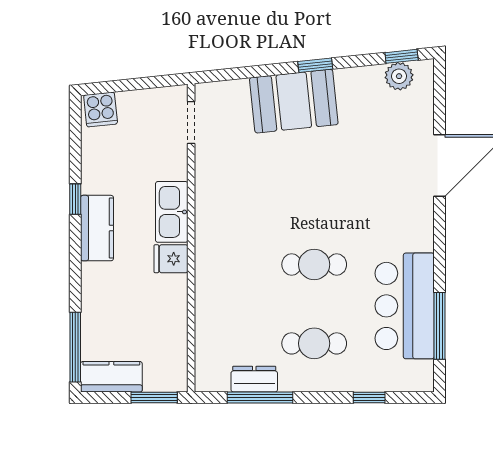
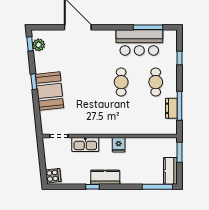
kitchen sink: (172, 212) -> (85, 144), moved

